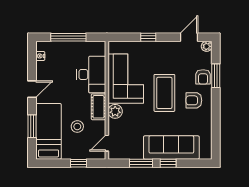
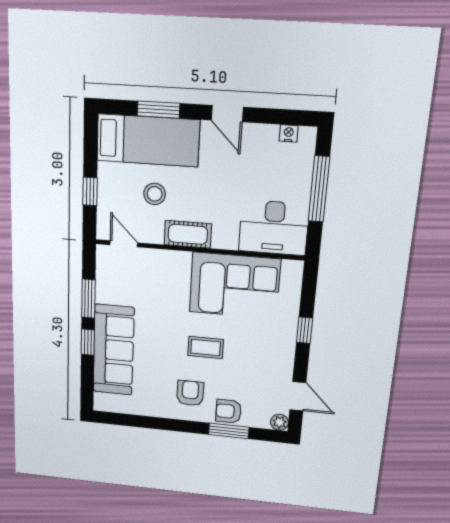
desk: (91, 74) -> (274, 228), moved
coffee table: (164, 93) -> (206, 348), width x0.54, depth x0.58
plant: (115, 111) -> (178, 263), removed

